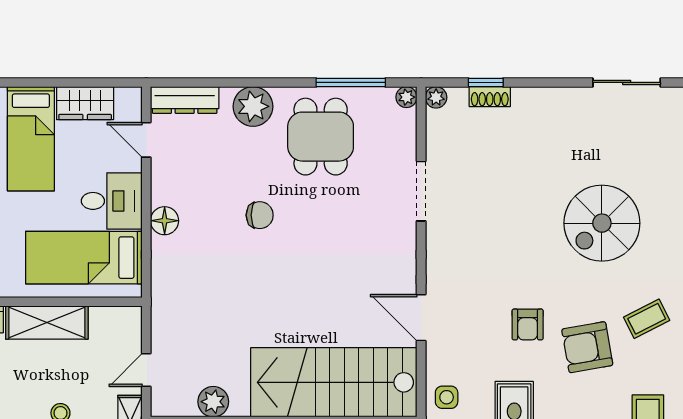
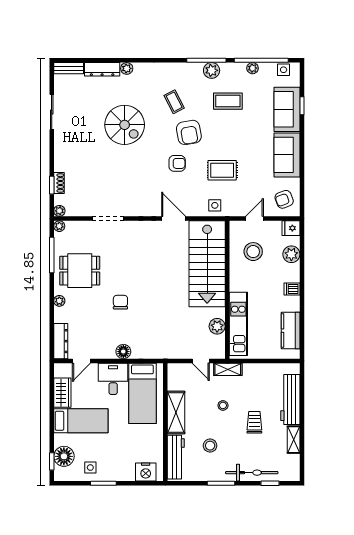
plant: (253, 106) -> (59, 301), width x0.53, depth x0.53
door: (421, 318) -> (174, 219), swing flipped

